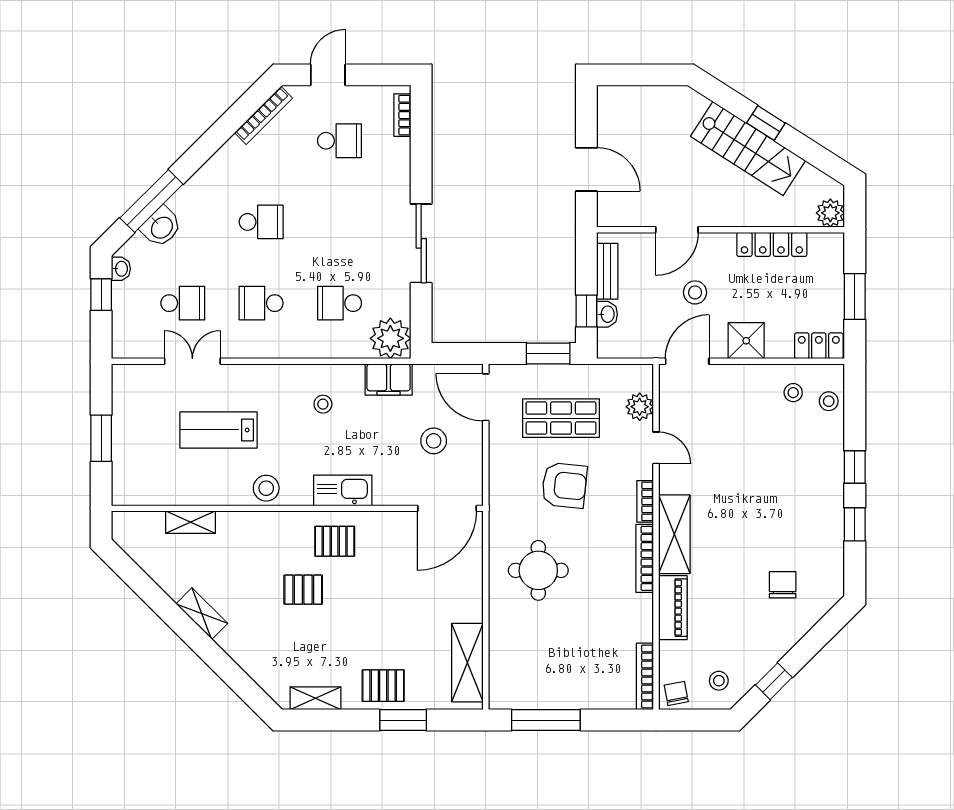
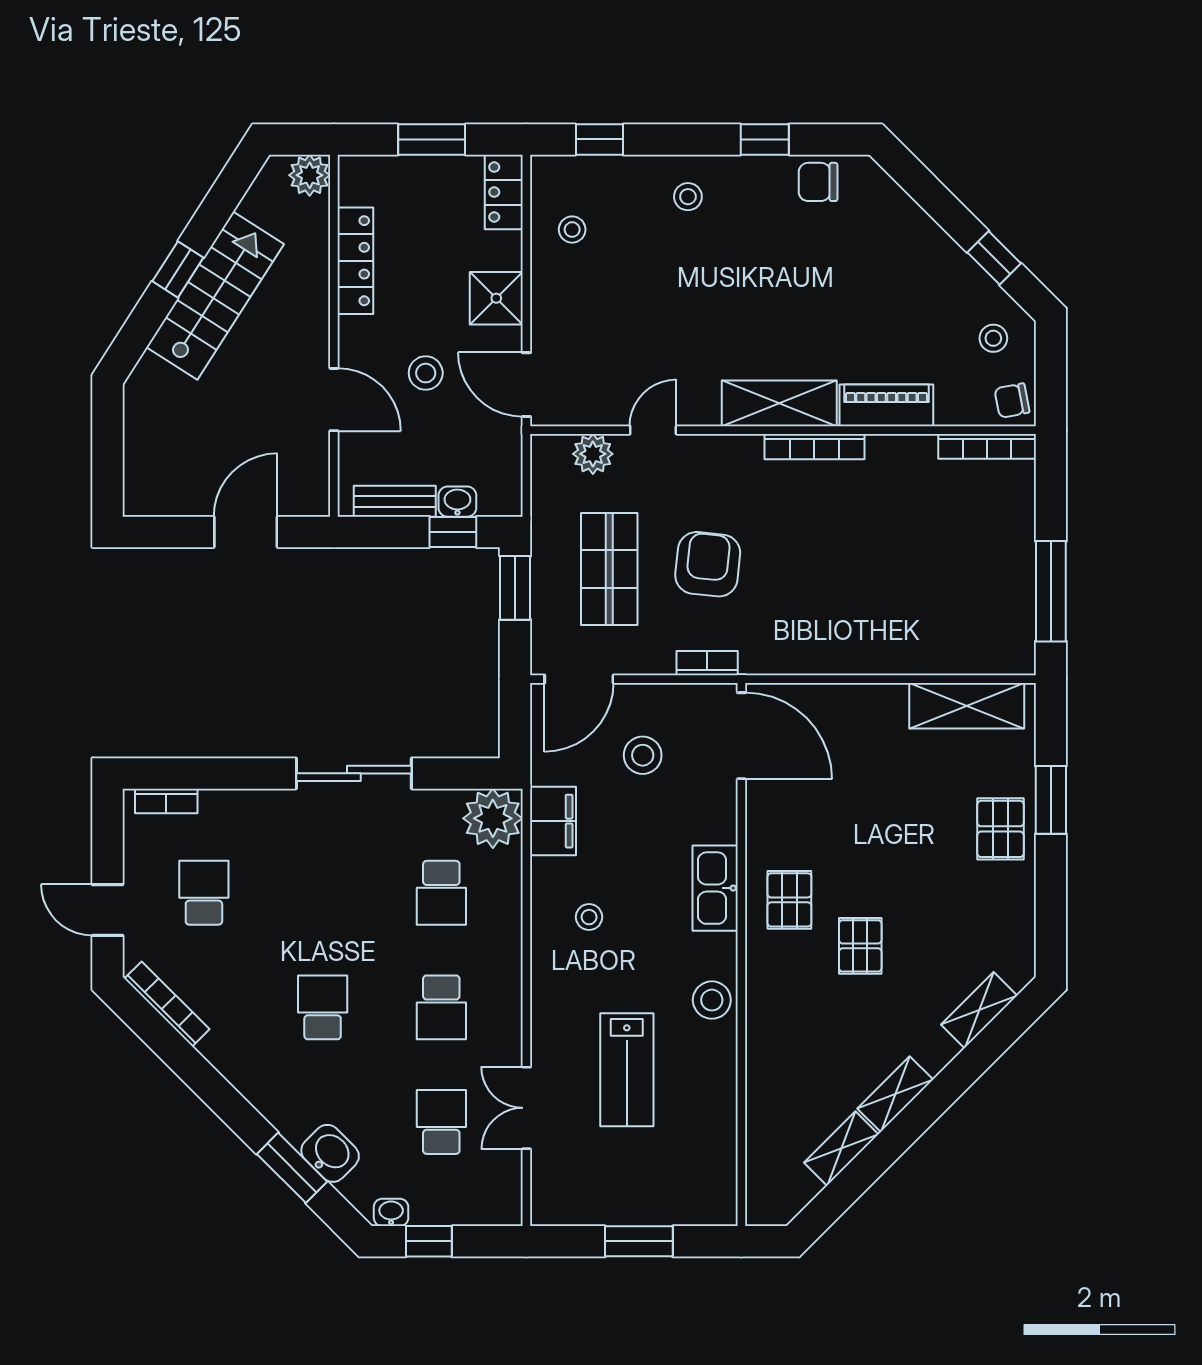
window: (151, 201) -> (292, 1168), width x0.69
stool: (829, 401) -> (688, 197), moved
window: (855, 467) -> (599, 139), moved
bookcase: (645, 501) -> (707, 663), moved, turned 180
shelving: (190, 522) -> (841, 1148), moved, turned 45
round table: (538, 570) -> (832, 602), removed
chair: (783, 585) -> (818, 182), moved
shelving: (315, 698) -> (979, 1010), moved, turned 45

